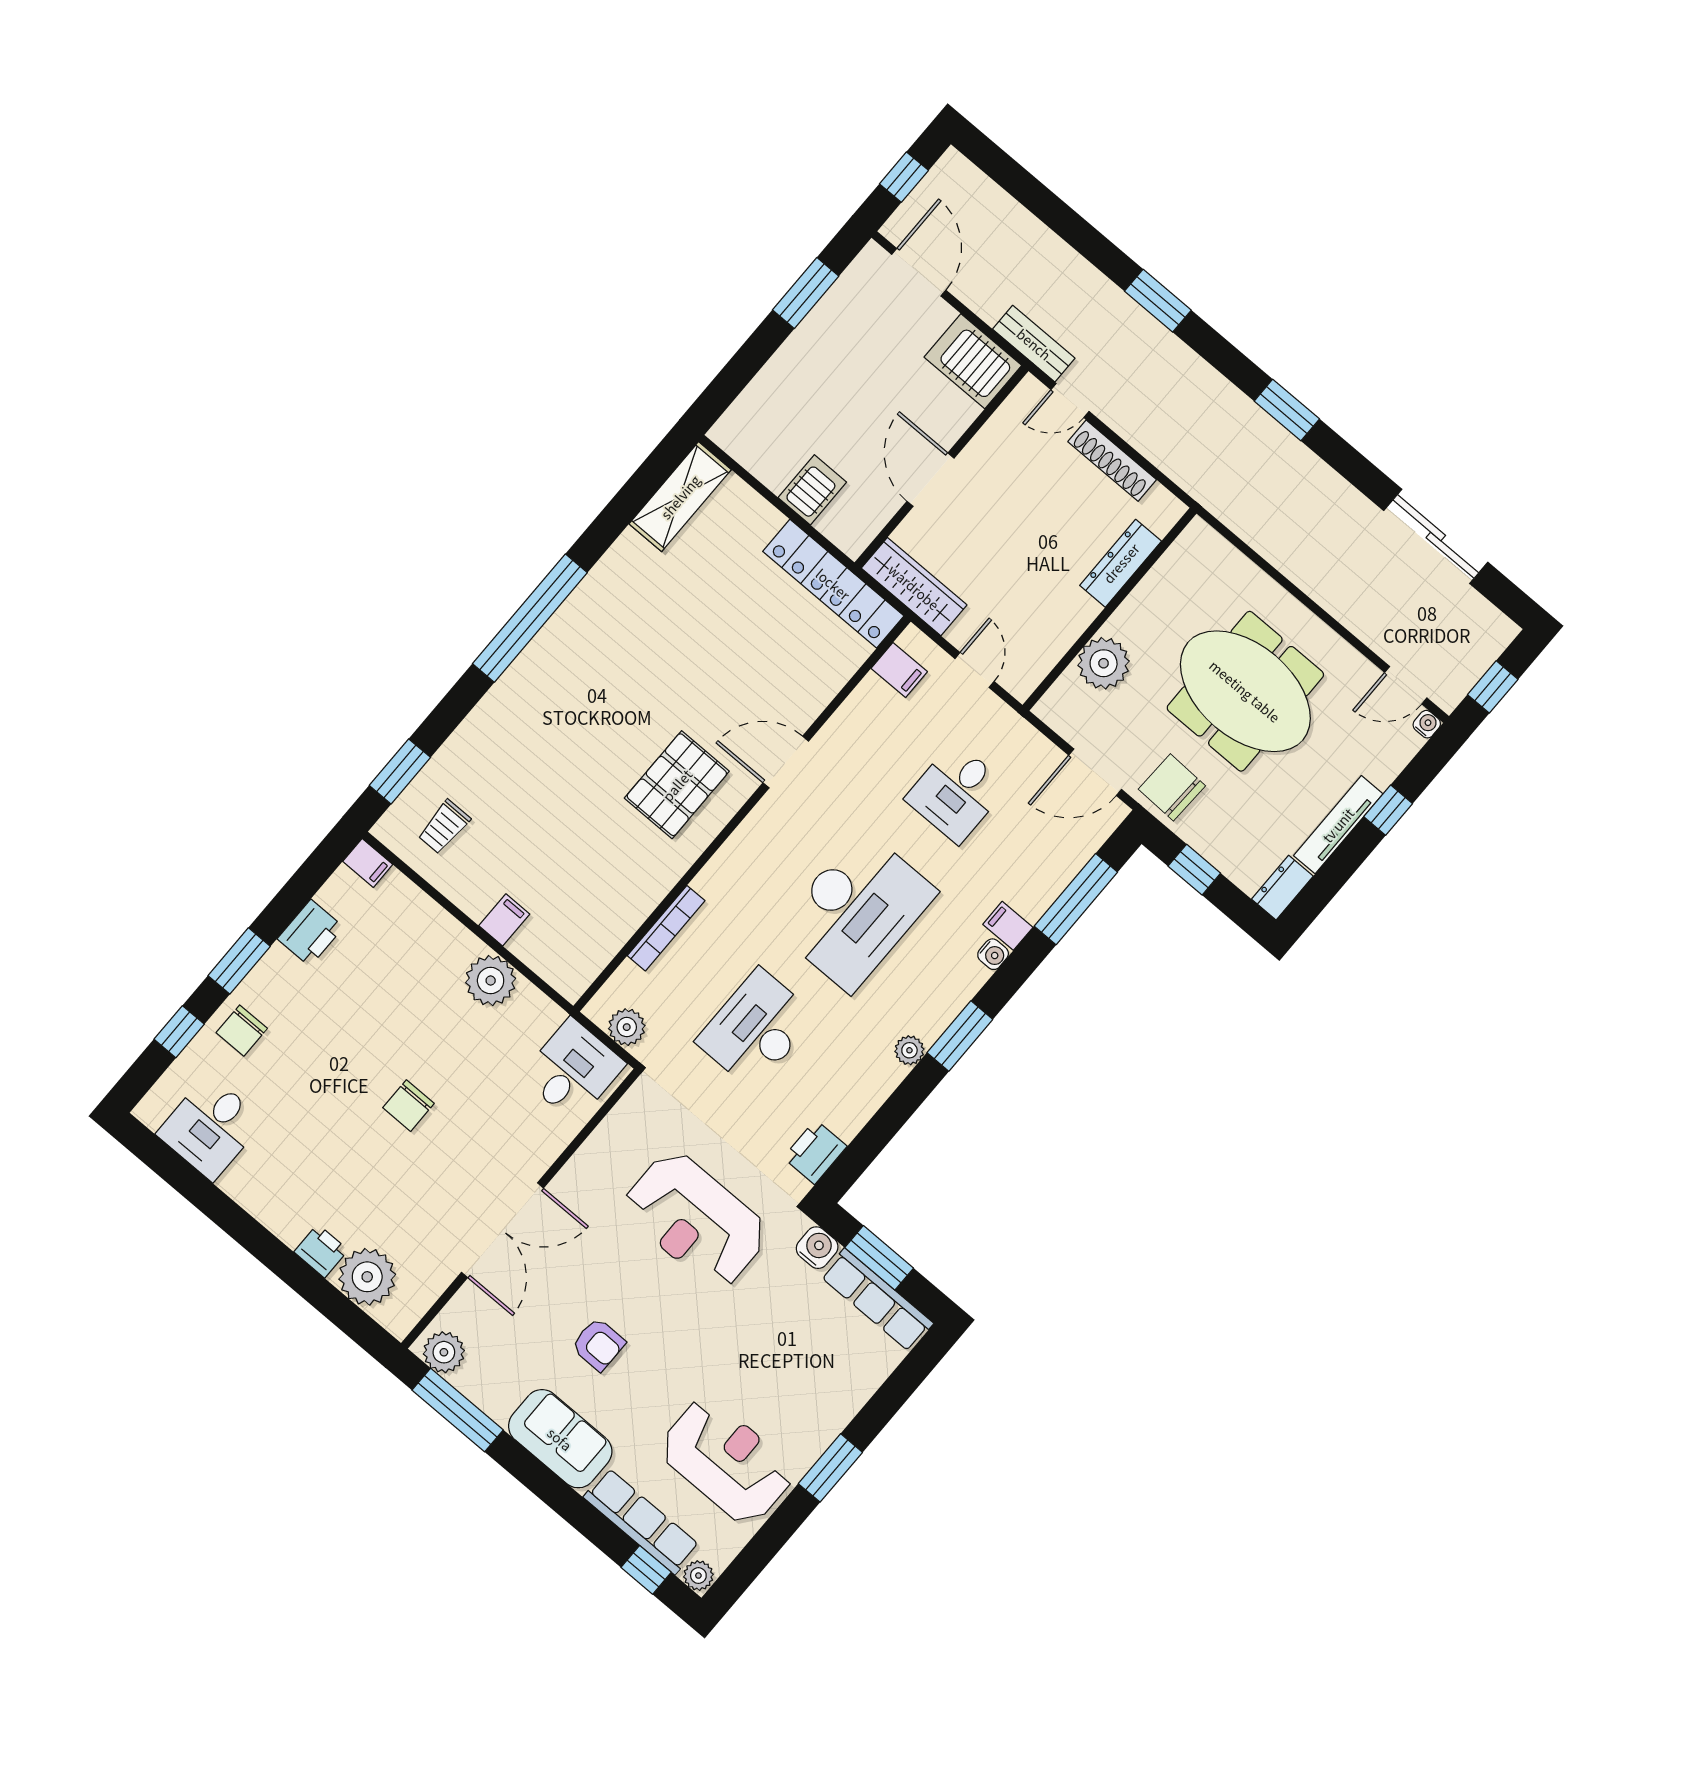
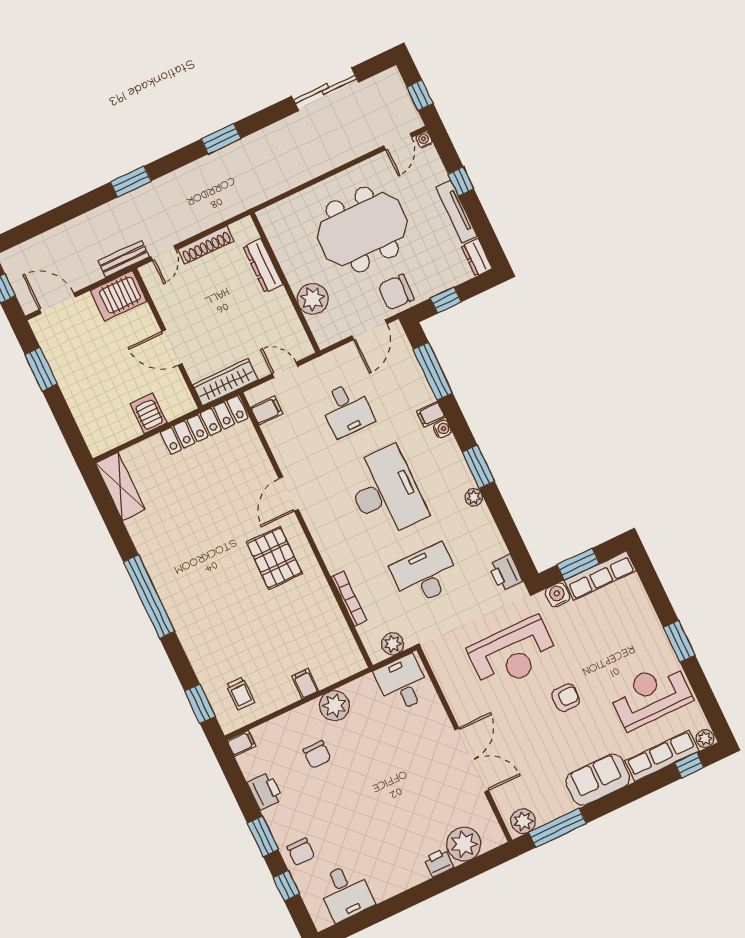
desk: (756, 1029) -> (425, 575), turned 90
chair: (408, 1106) -> (317, 755), moved
armchair: (598, 1344) -> (566, 698), moved

